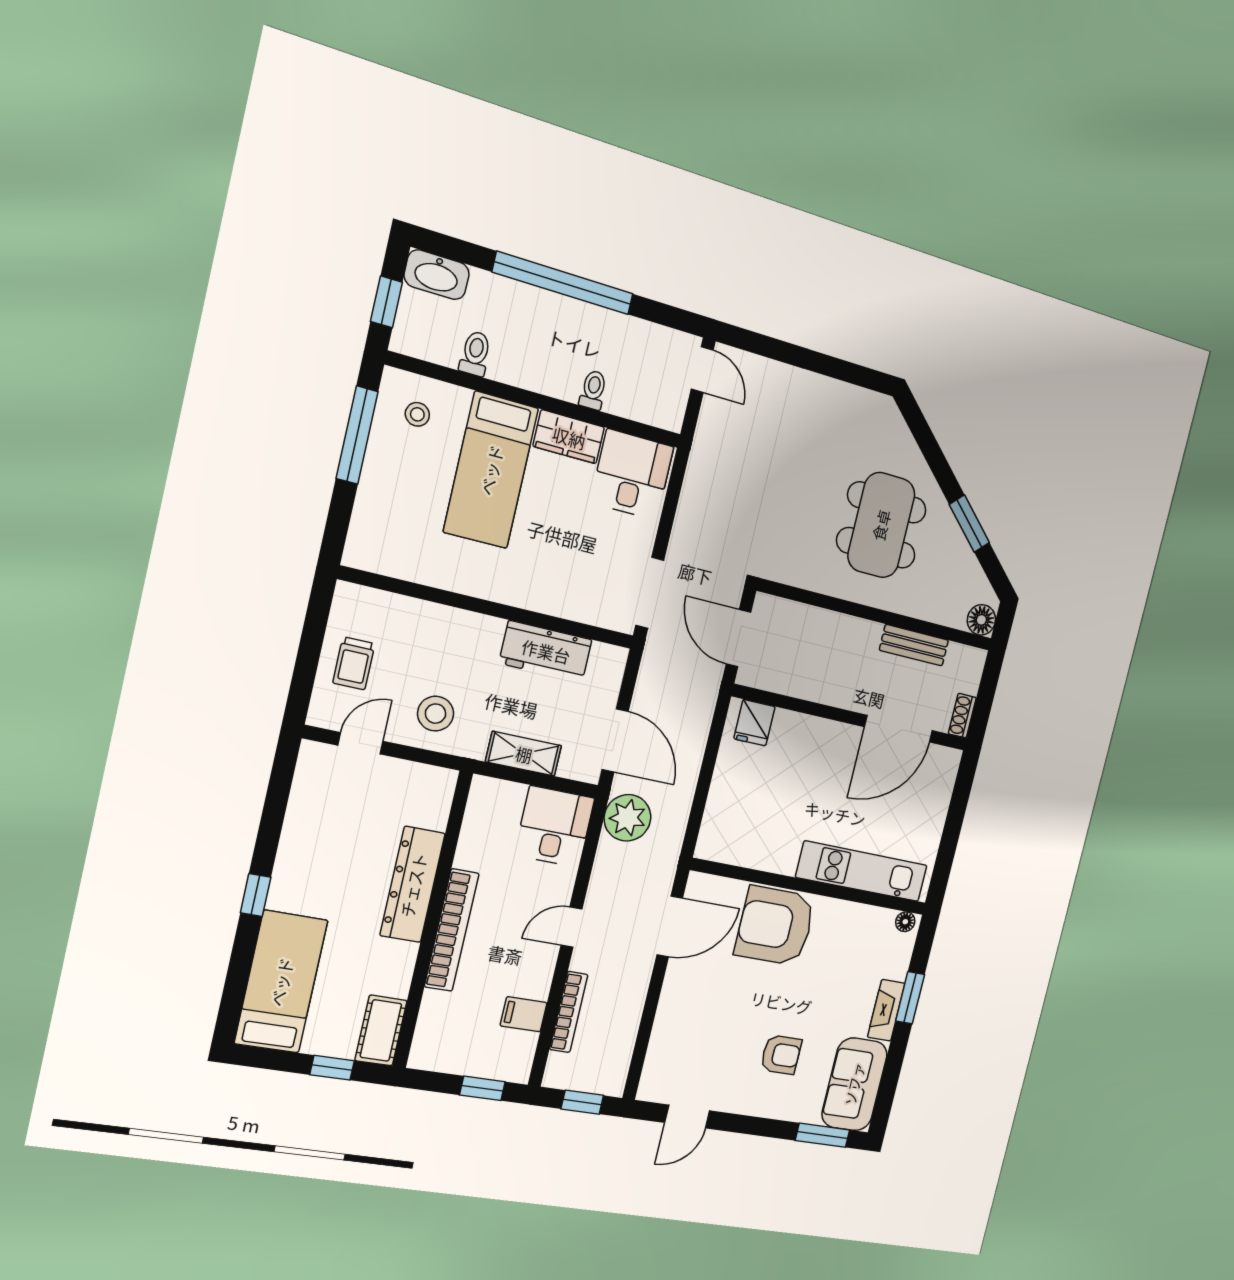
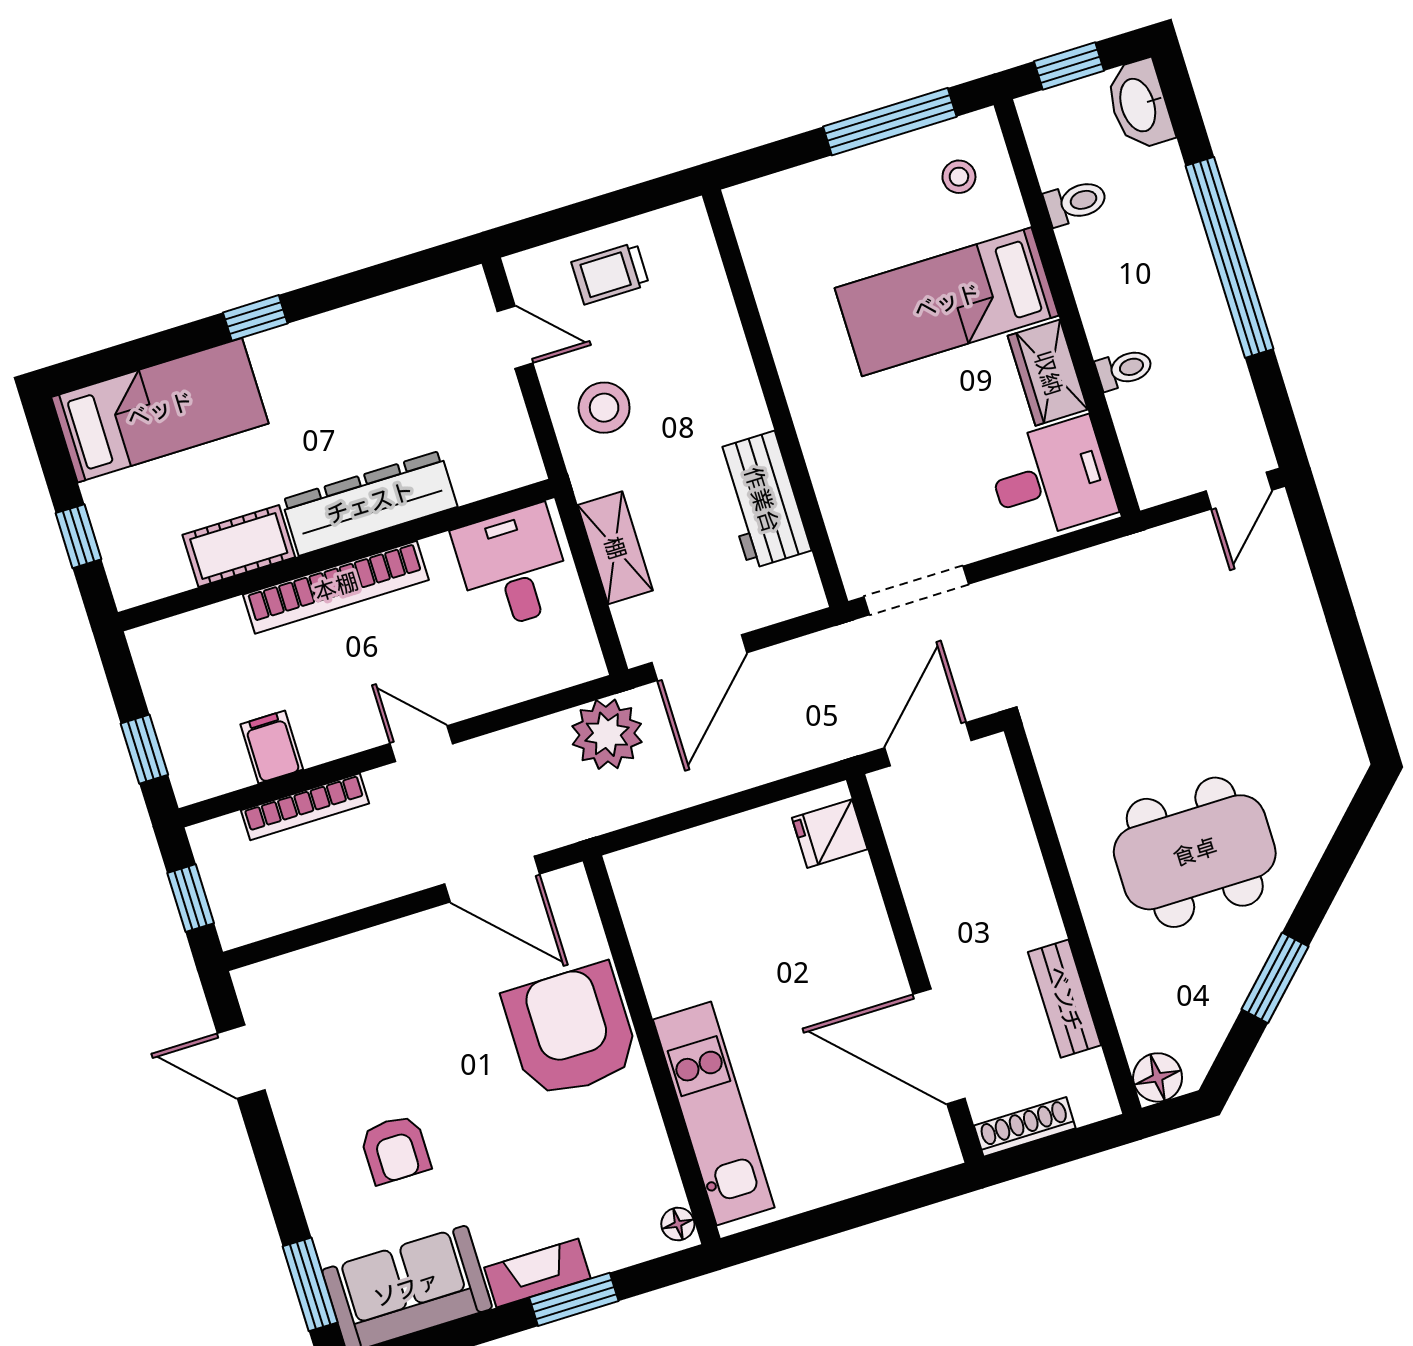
shoe rack: (962, 716) -> (1025, 1127), width x1.43
desk: (554, 827) -> (513, 567), moved, turned -90
cot: (381, 1030) -> (239, 546), moved

